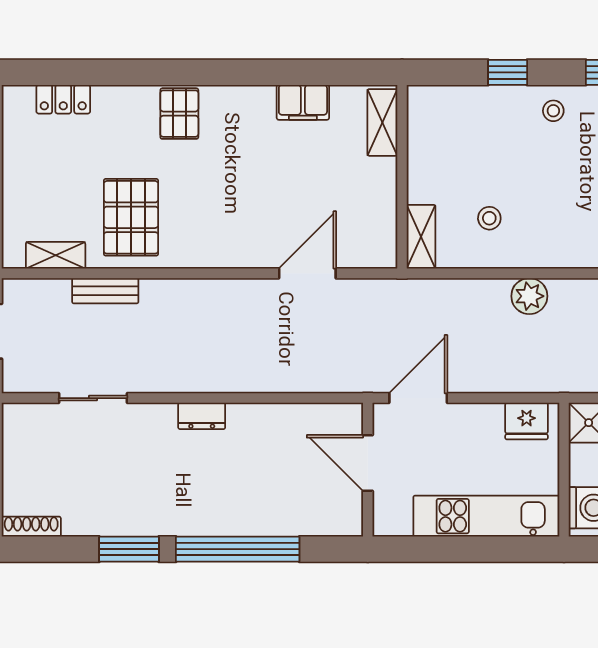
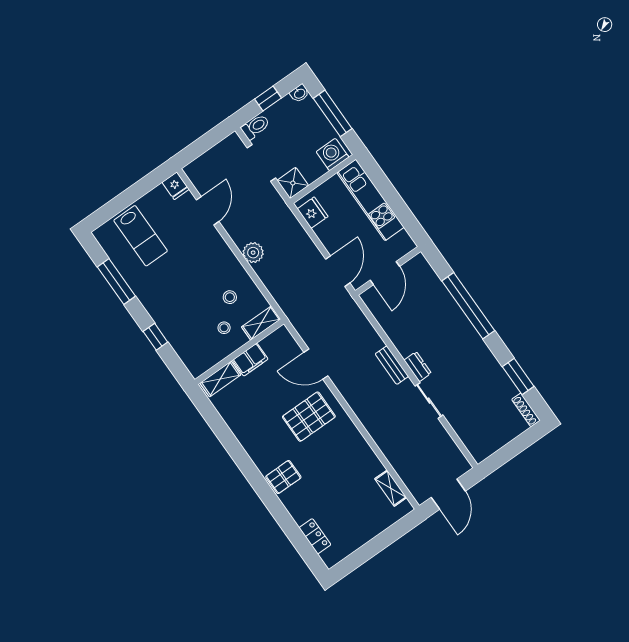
filing cabinet: (303, 102) -> (250, 360), moved, turned 90
stool: (553, 111) -> (224, 328), moved
pallet: (131, 217) -> (309, 417), moved
bench: (105, 291) -> (392, 365), moved
sliding door: (93, 398) -> (429, 401), moved
door: (418, 398) -> (338, 271), swing flipped
window: (129, 549) -> (518, 376), moved

